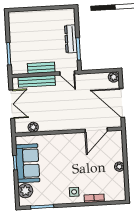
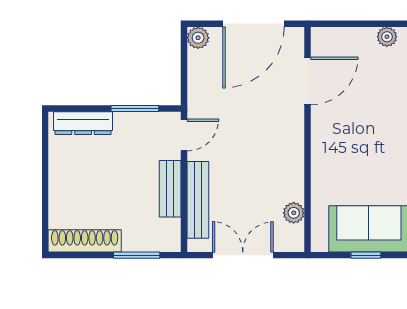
shoe rack: (14, 29) -> (85, 241), added
dresser: (71, 39) -> (83, 123), moved
door: (96, 130) -> (307, 81), hinge flipped

